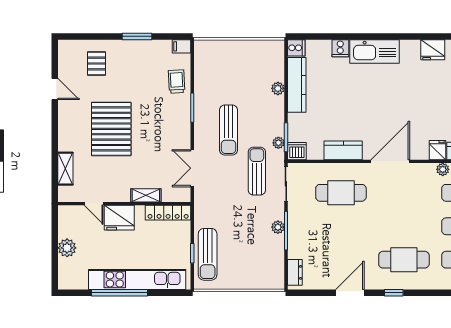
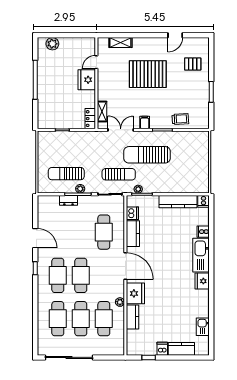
filing cabinet: (182, 46) -> (145, 122), moved
fridge: (433, 50) -> (202, 281), moved
plant: (278, 88) -> (176, 189), removed
sun lounger: (228, 130) -> (147, 155), width x1.36, depth x1.34
fridge: (437, 150) -> (135, 293), width x1.88, depth x1.34
dishwasher: (297, 151) -> (132, 213), moved
shelving: (146, 195) -> (102, 111), moved
locker: (168, 213) -> (90, 119), width x0.66
cafe table: (404, 226) -> (81, 275), added
plant: (67, 248) -> (52, 44), moved
sun lounger: (208, 254) -> (66, 174), moved
dresser: (295, 272) -> (68, 200), moved
kitchen unit: (137, 279) -> (44, 92), removed

